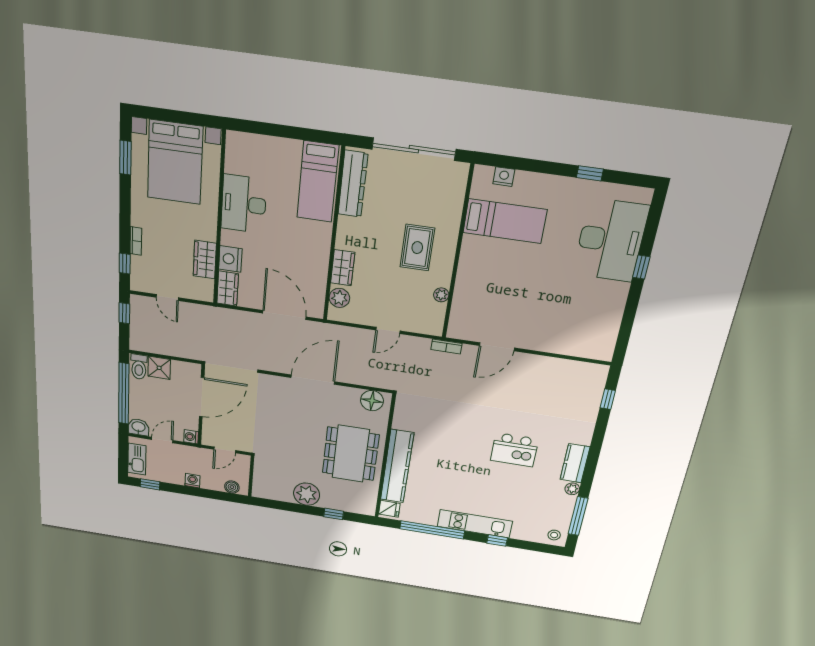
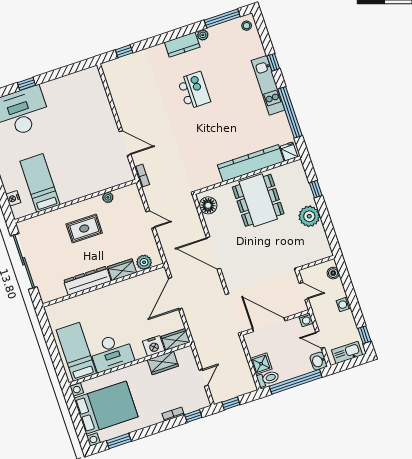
bed: (318, 182) -> (76, 352), moved, turned -90
dresser: (353, 184) -> (87, 281), moved
dining table: (351, 454) -> (258, 200), turned 90

